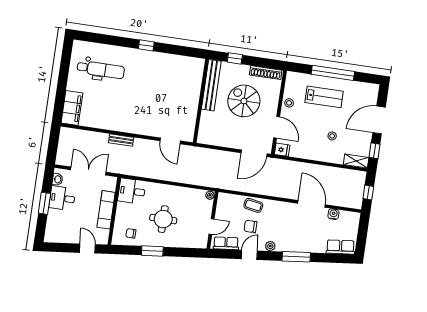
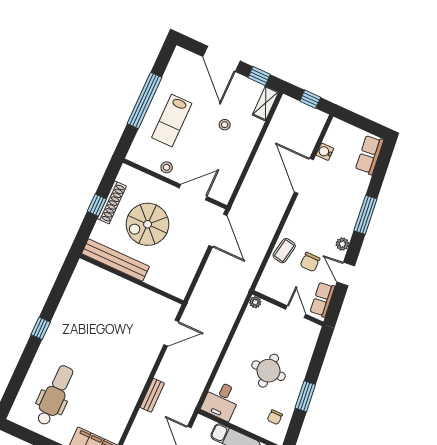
window: (235, 58) -> (97, 205), moved
shoe rack: (266, 73) -> (112, 202), moved
lab bench: (324, 97) -> (172, 121), turned 180
fridge: (282, 150) -> (224, 194), removed
door: (312, 204) -> (304, 176), hinge flipped

